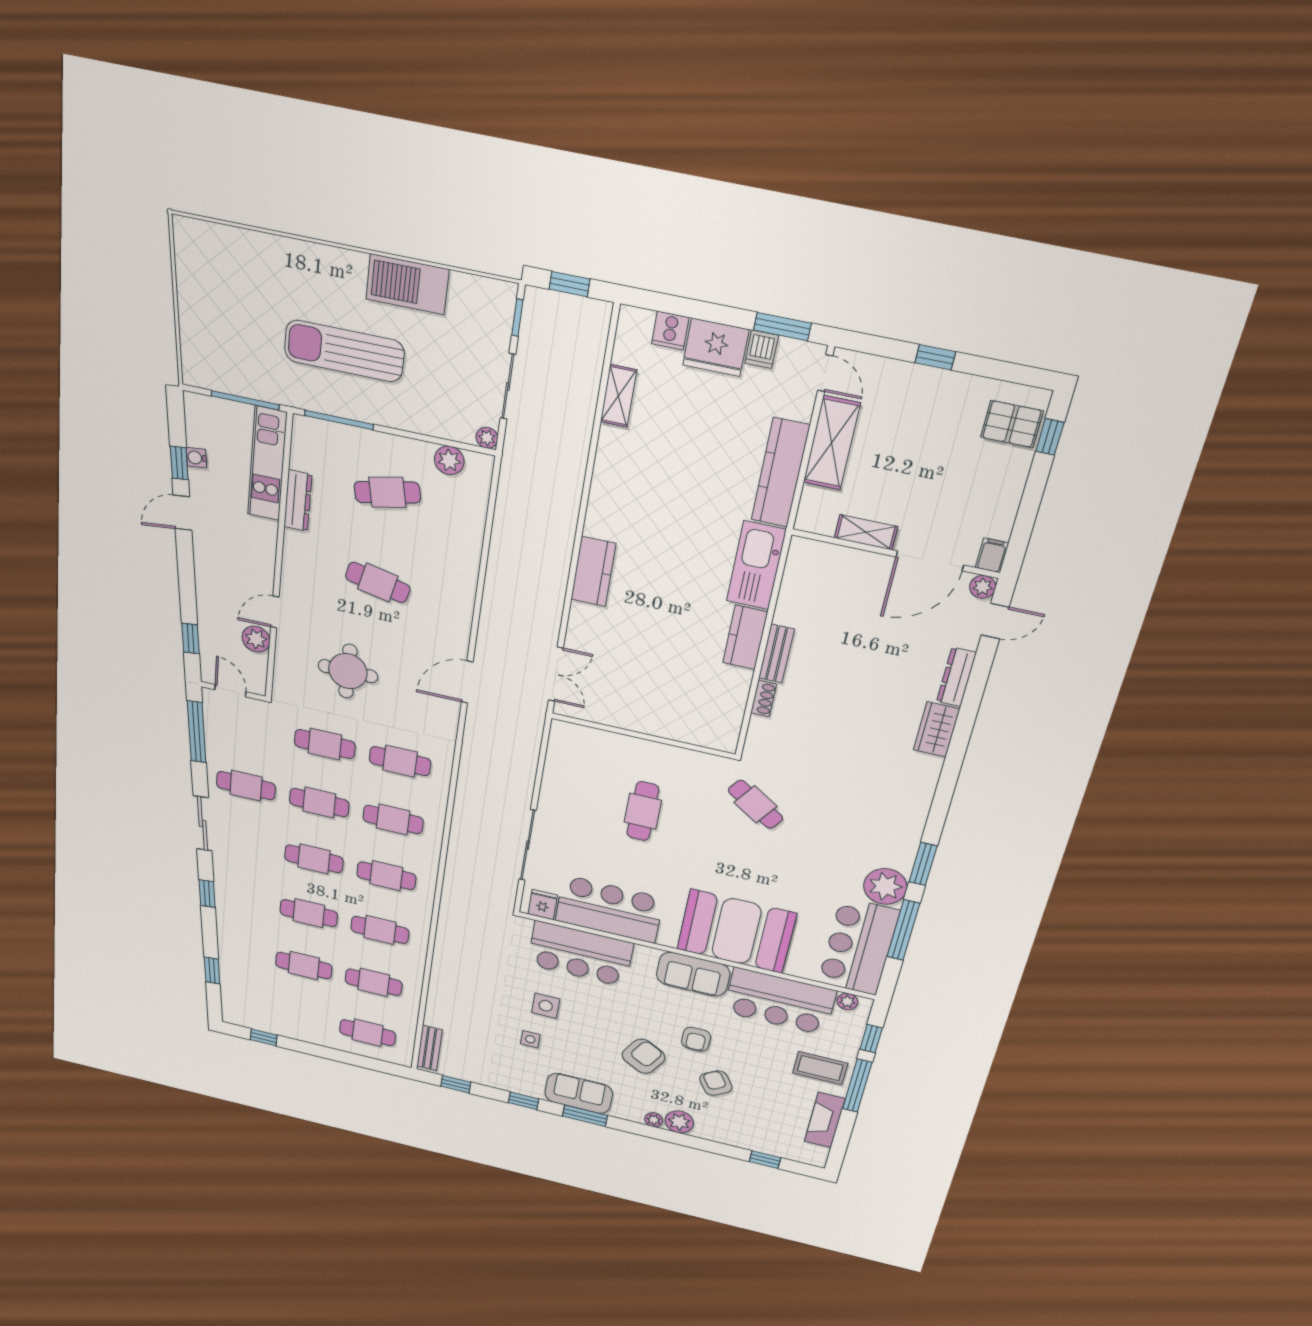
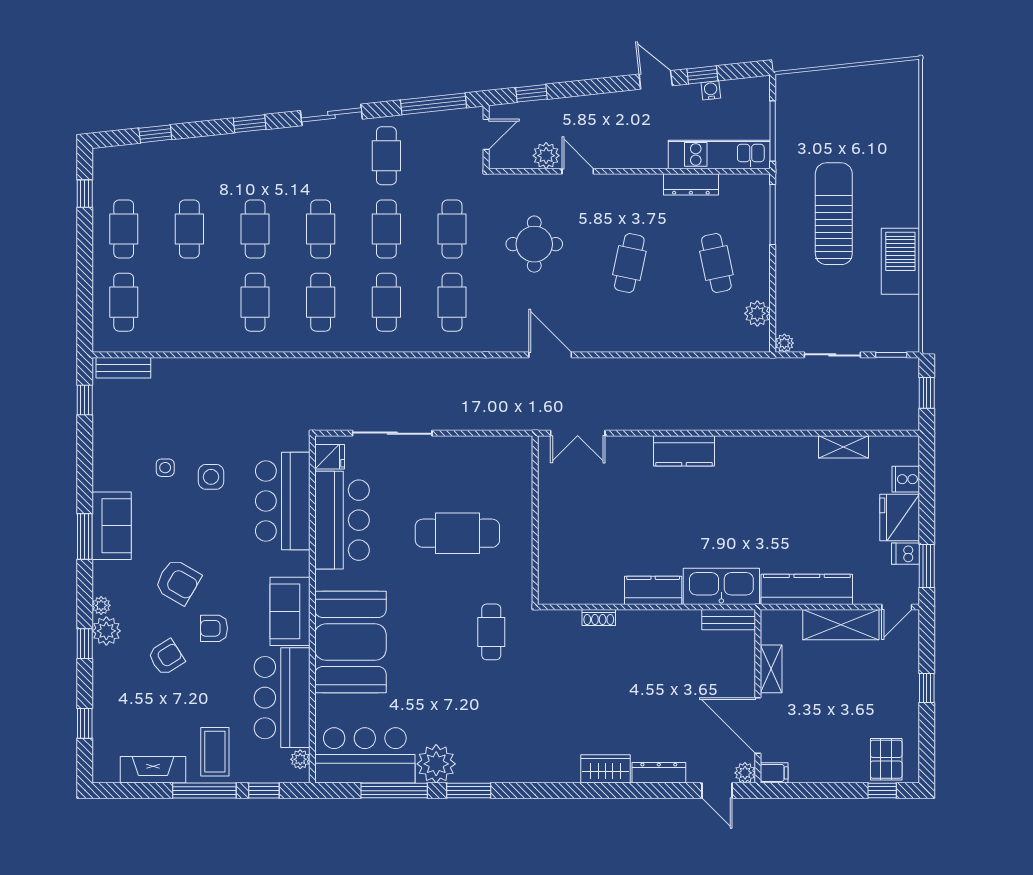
bench: (776, 654) -> (729, 620), moved
cafe table: (755, 804) -> (491, 632), turned -34
cafe table: (643, 811) -> (457, 533), width x1.37, depth x1.35
cafe table: (374, 982) -> (124, 229), moved
window: (524, 1101) -> (85, 644), moved

